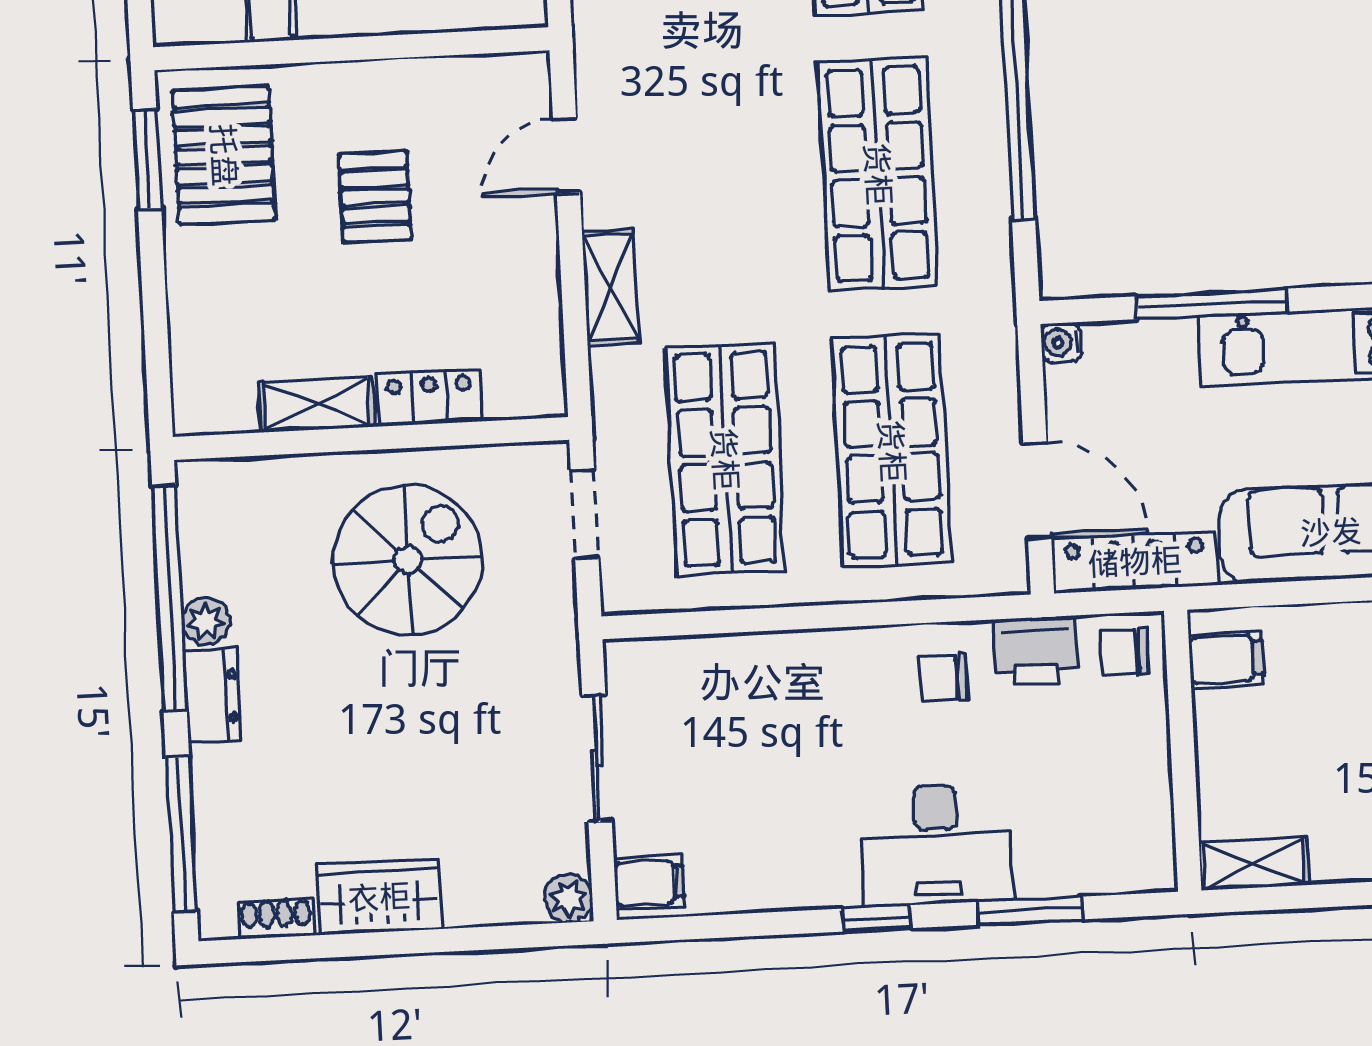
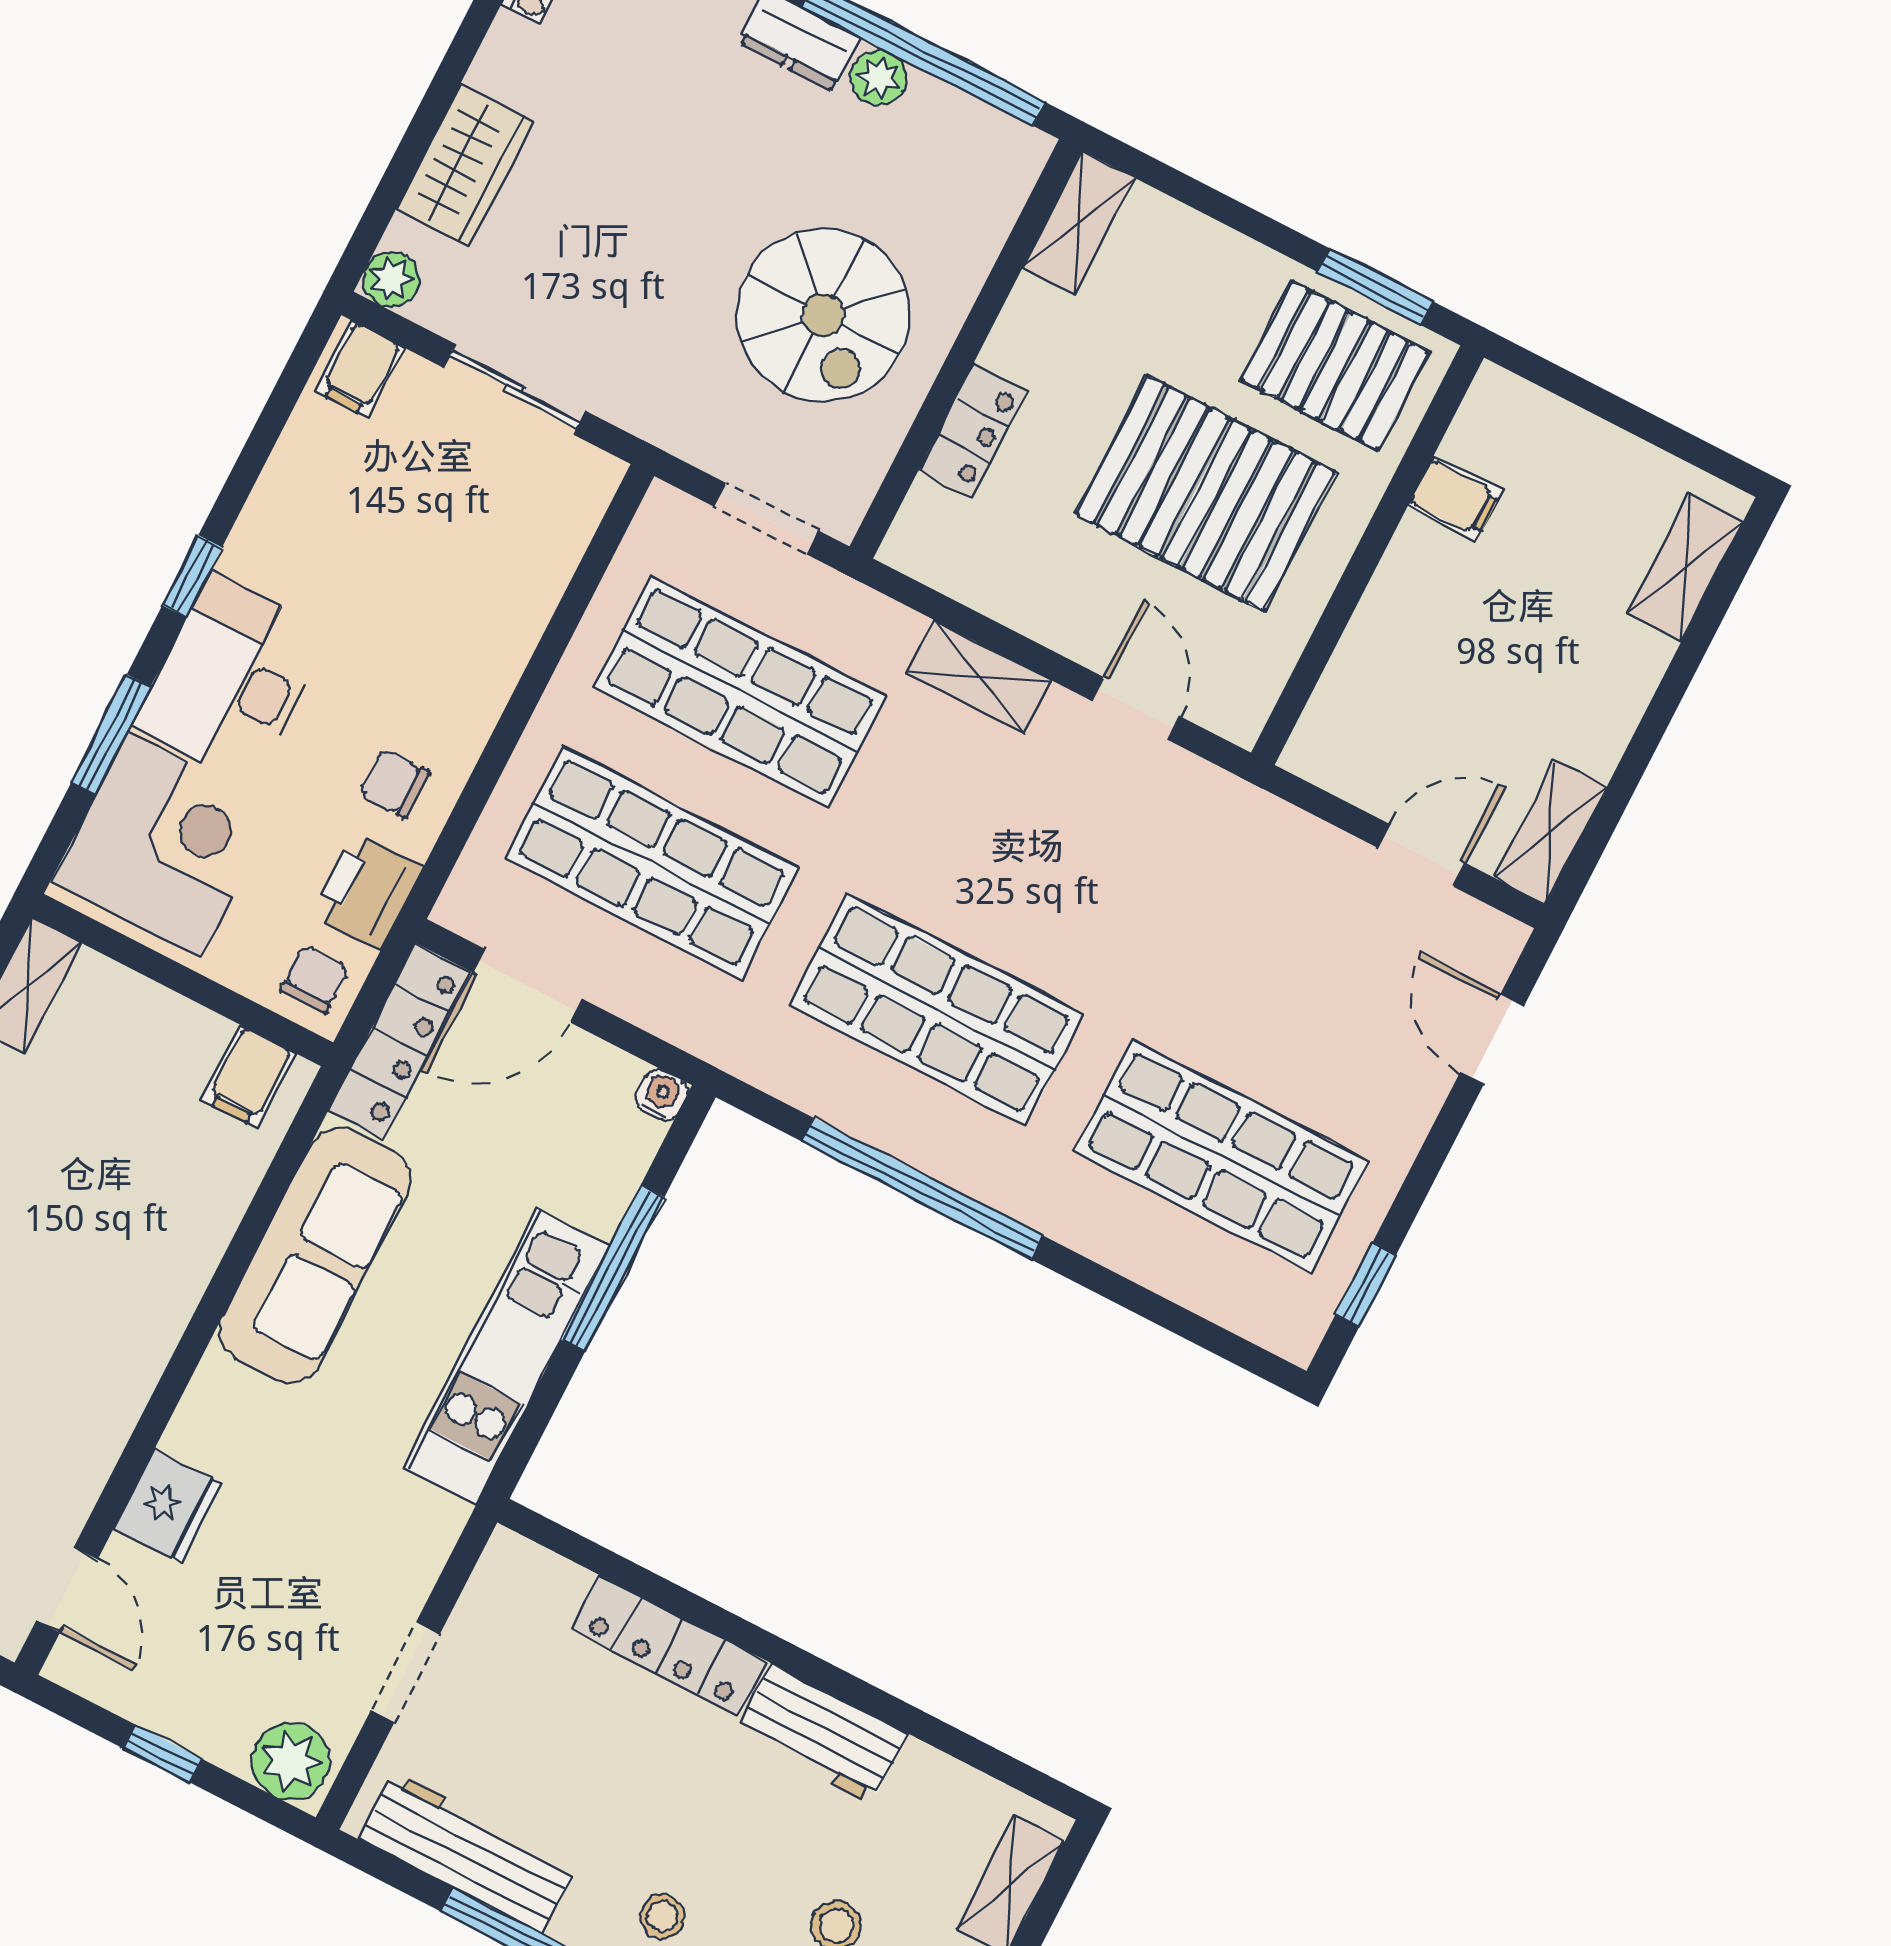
pallet: (375, 197) -> (1205, 493), width x2.05, depth x2.00
shelving: (316, 404) -> (1079, 223), moved
chair: (944, 678) -> (394, 784), turned -90
corner desk: (1089, 823) -> (164, 844), added
wardrobe: (379, 897) -> (464, 165), moved

